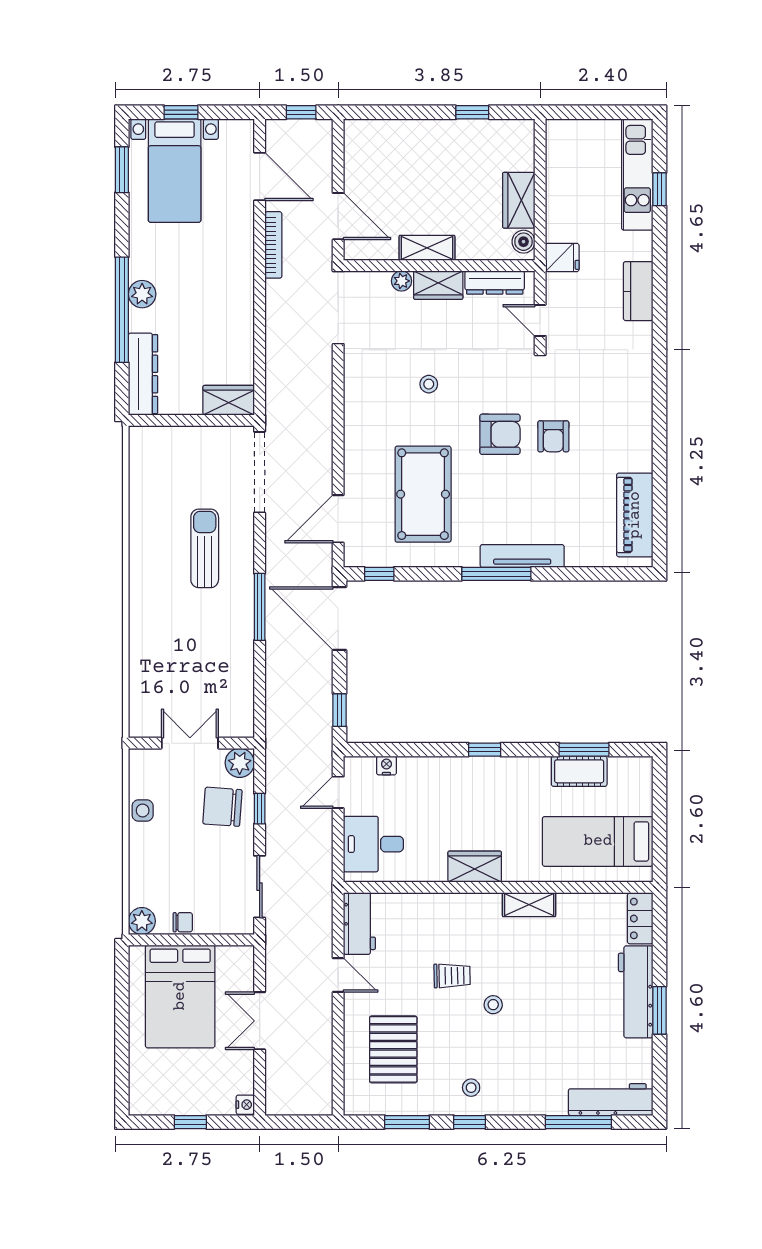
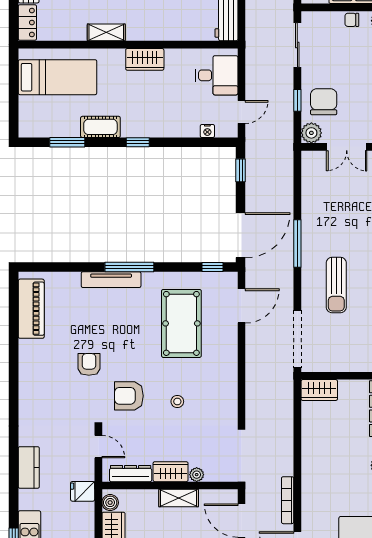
armchair: (500, 434) -> (129, 396), moved
door: (340, 619) -> (241, 235), hinge flipped
cot: (579, 771) -> (100, 127), moved
chair: (222, 807) -> (324, 102), turned -94

